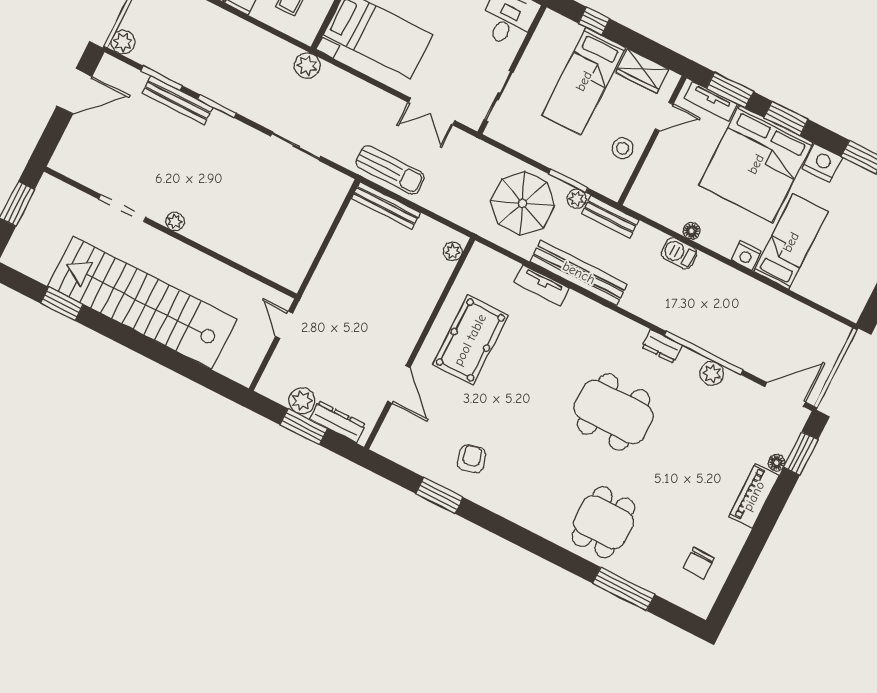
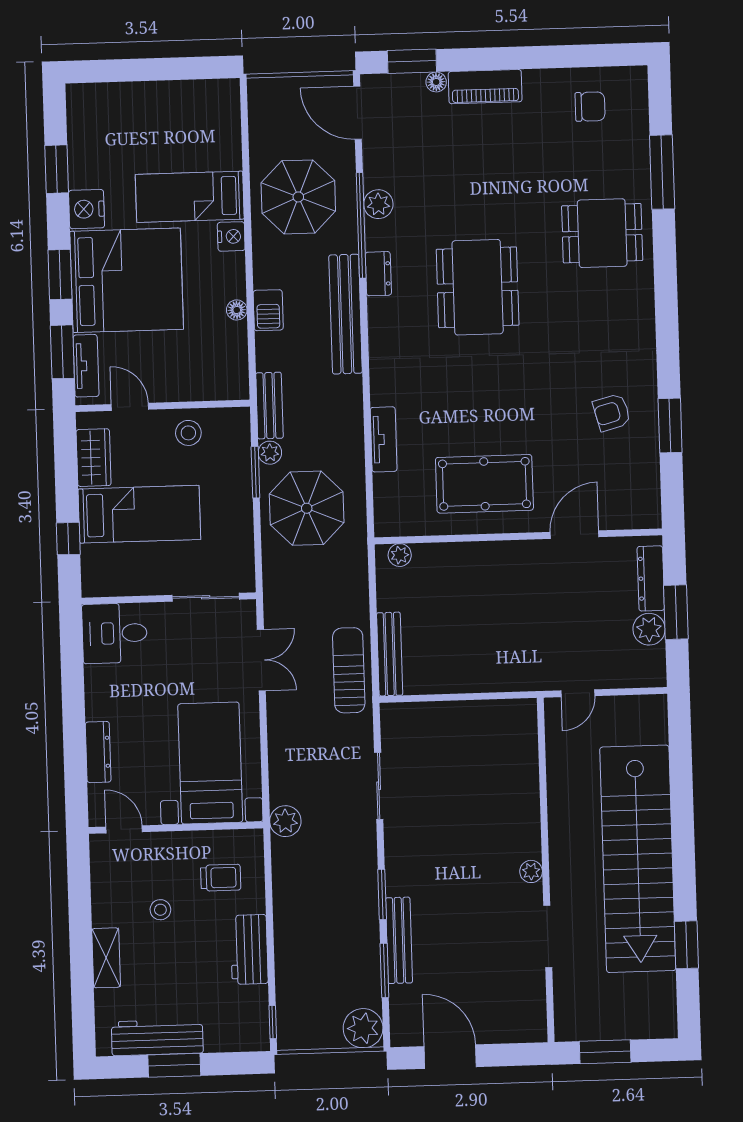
plant: (123, 42) -> (363, 1028), width x1.36, depth x1.36
bench: (579, 273) -> (346, 314), moved
parasol: (748, 319) -> (298, 197), added

